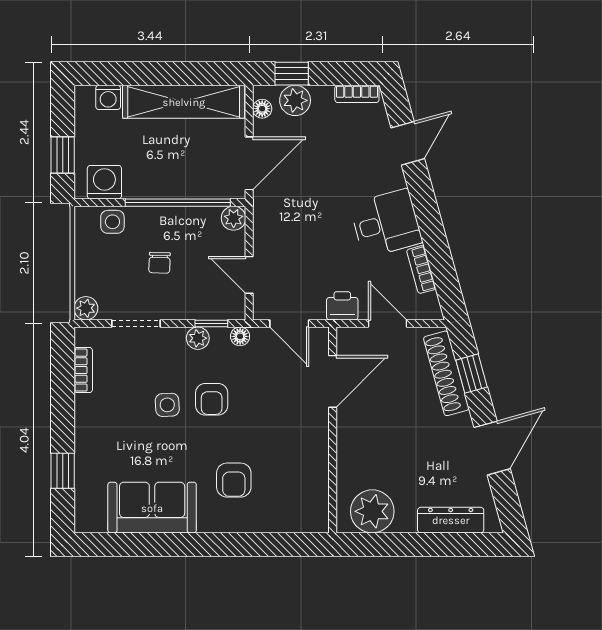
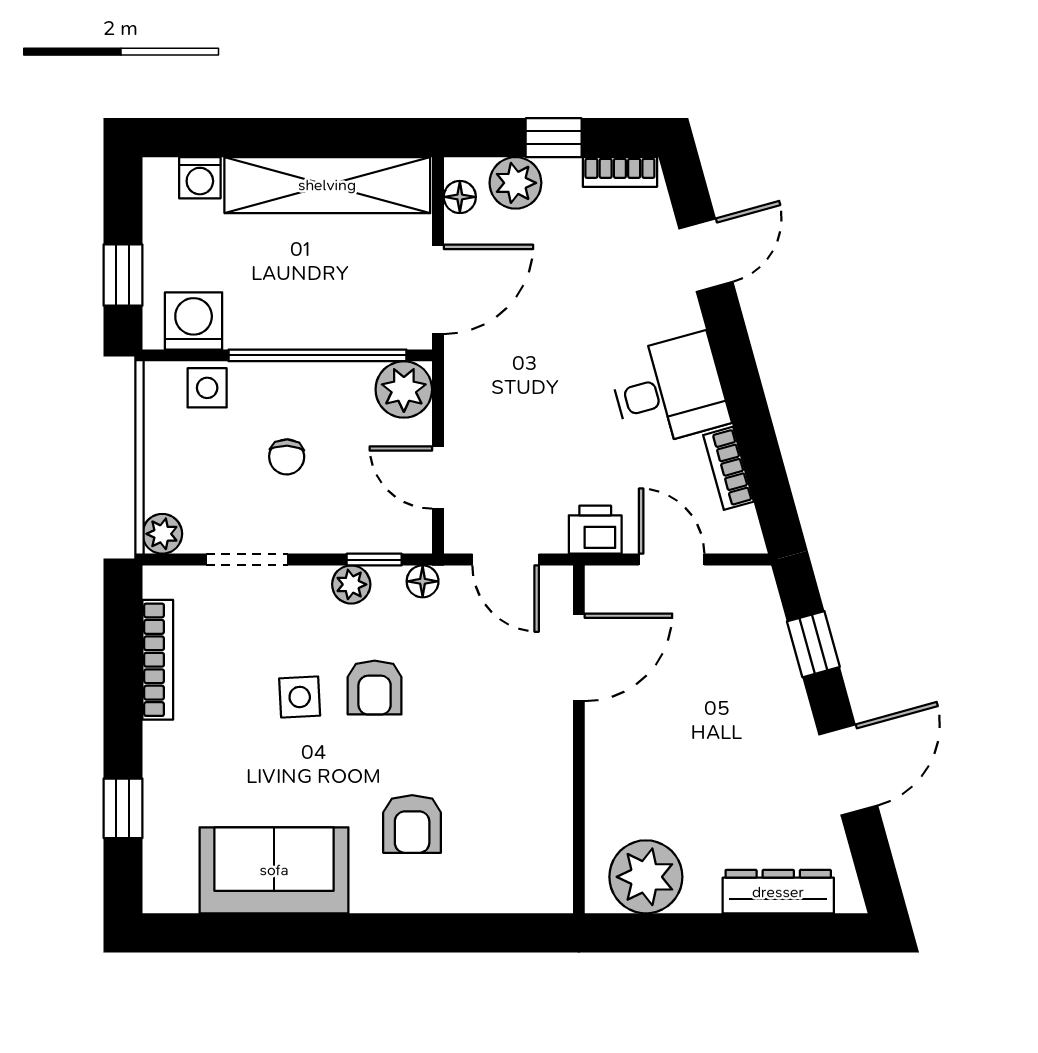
window: (292, 74) -> (554, 138), moved
plant: (234, 218) -> (404, 389), width x1.38, depth x1.38
bookcase: (83, 370) -> (158, 660), width x1.56
shoe rack: (446, 373) -> (771, 644), removed

